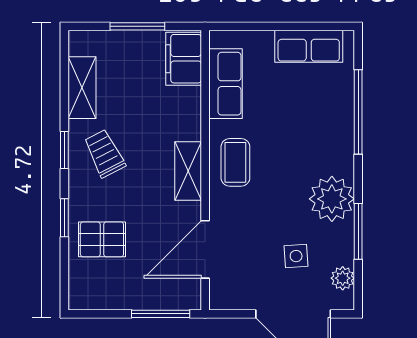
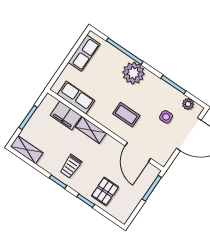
filing cabinet: (184, 59) -> (66, 116), moved
shelving: (82, 88) -> (27, 150), moved
trolley: (105, 153) -> (71, 166), turned -63
coffee table: (235, 162) -> (126, 115), moved
shelving: (188, 171) -> (91, 130), moved
plant: (332, 199) -> (133, 73), moved

